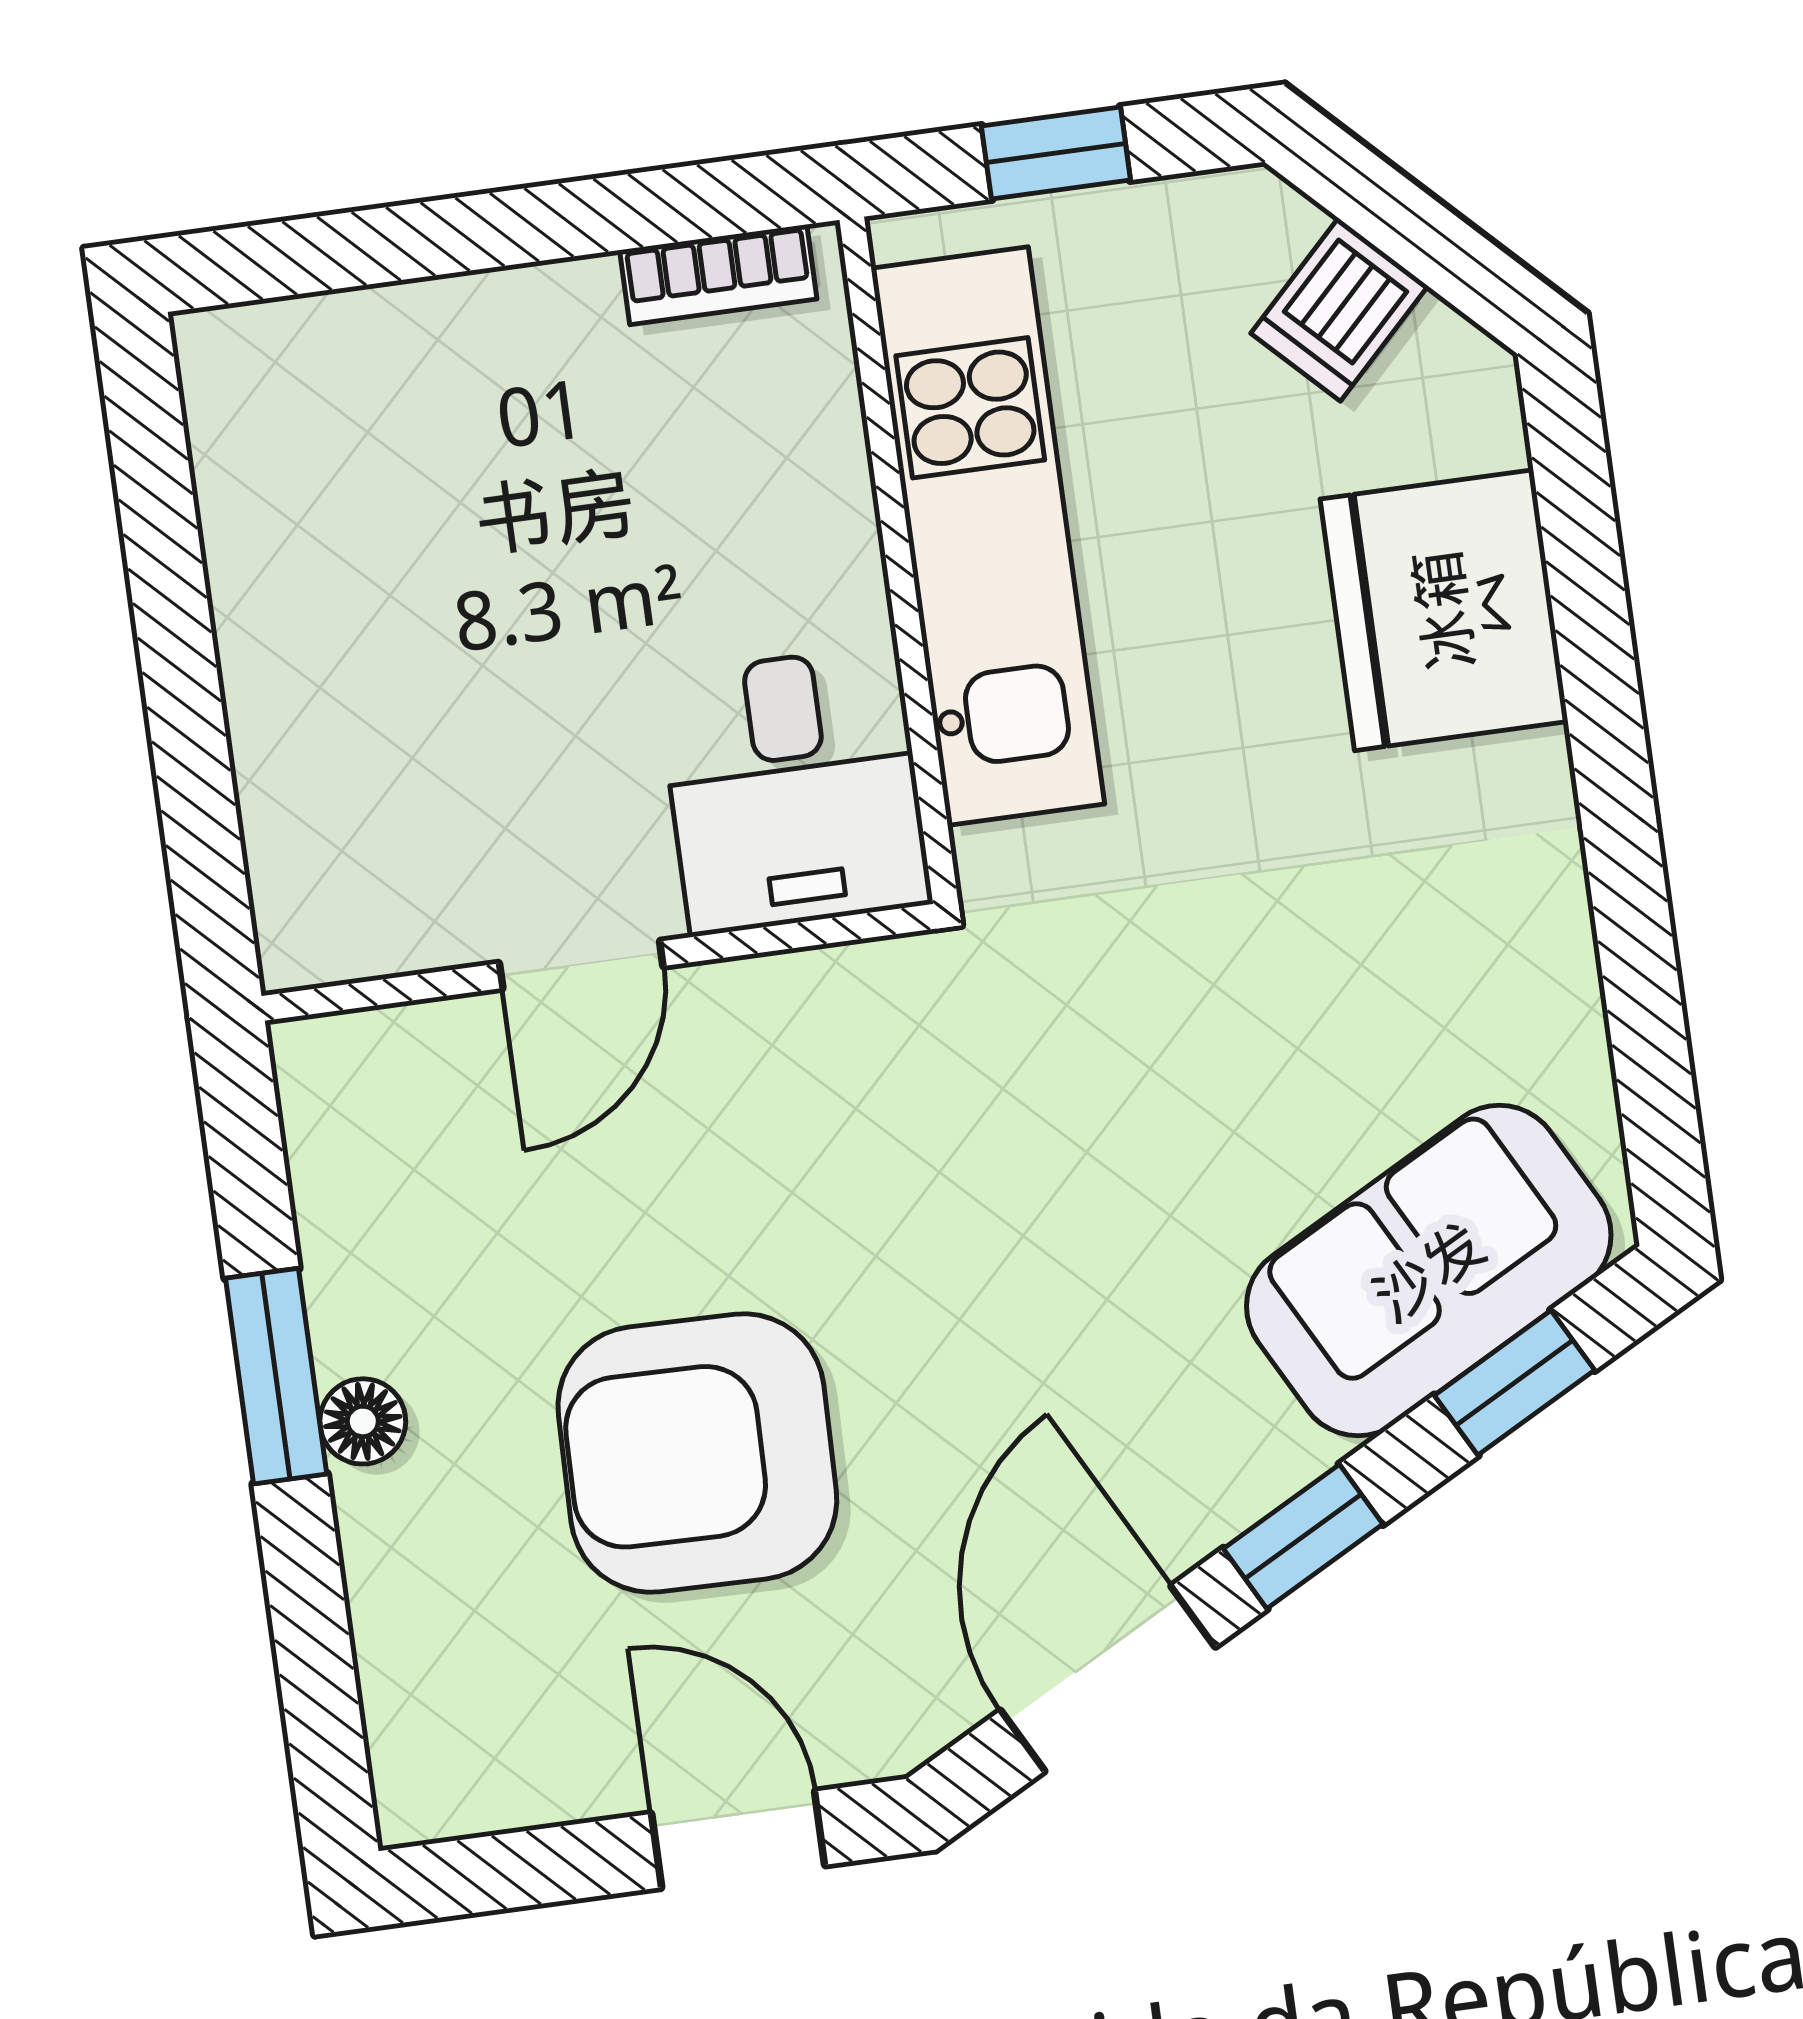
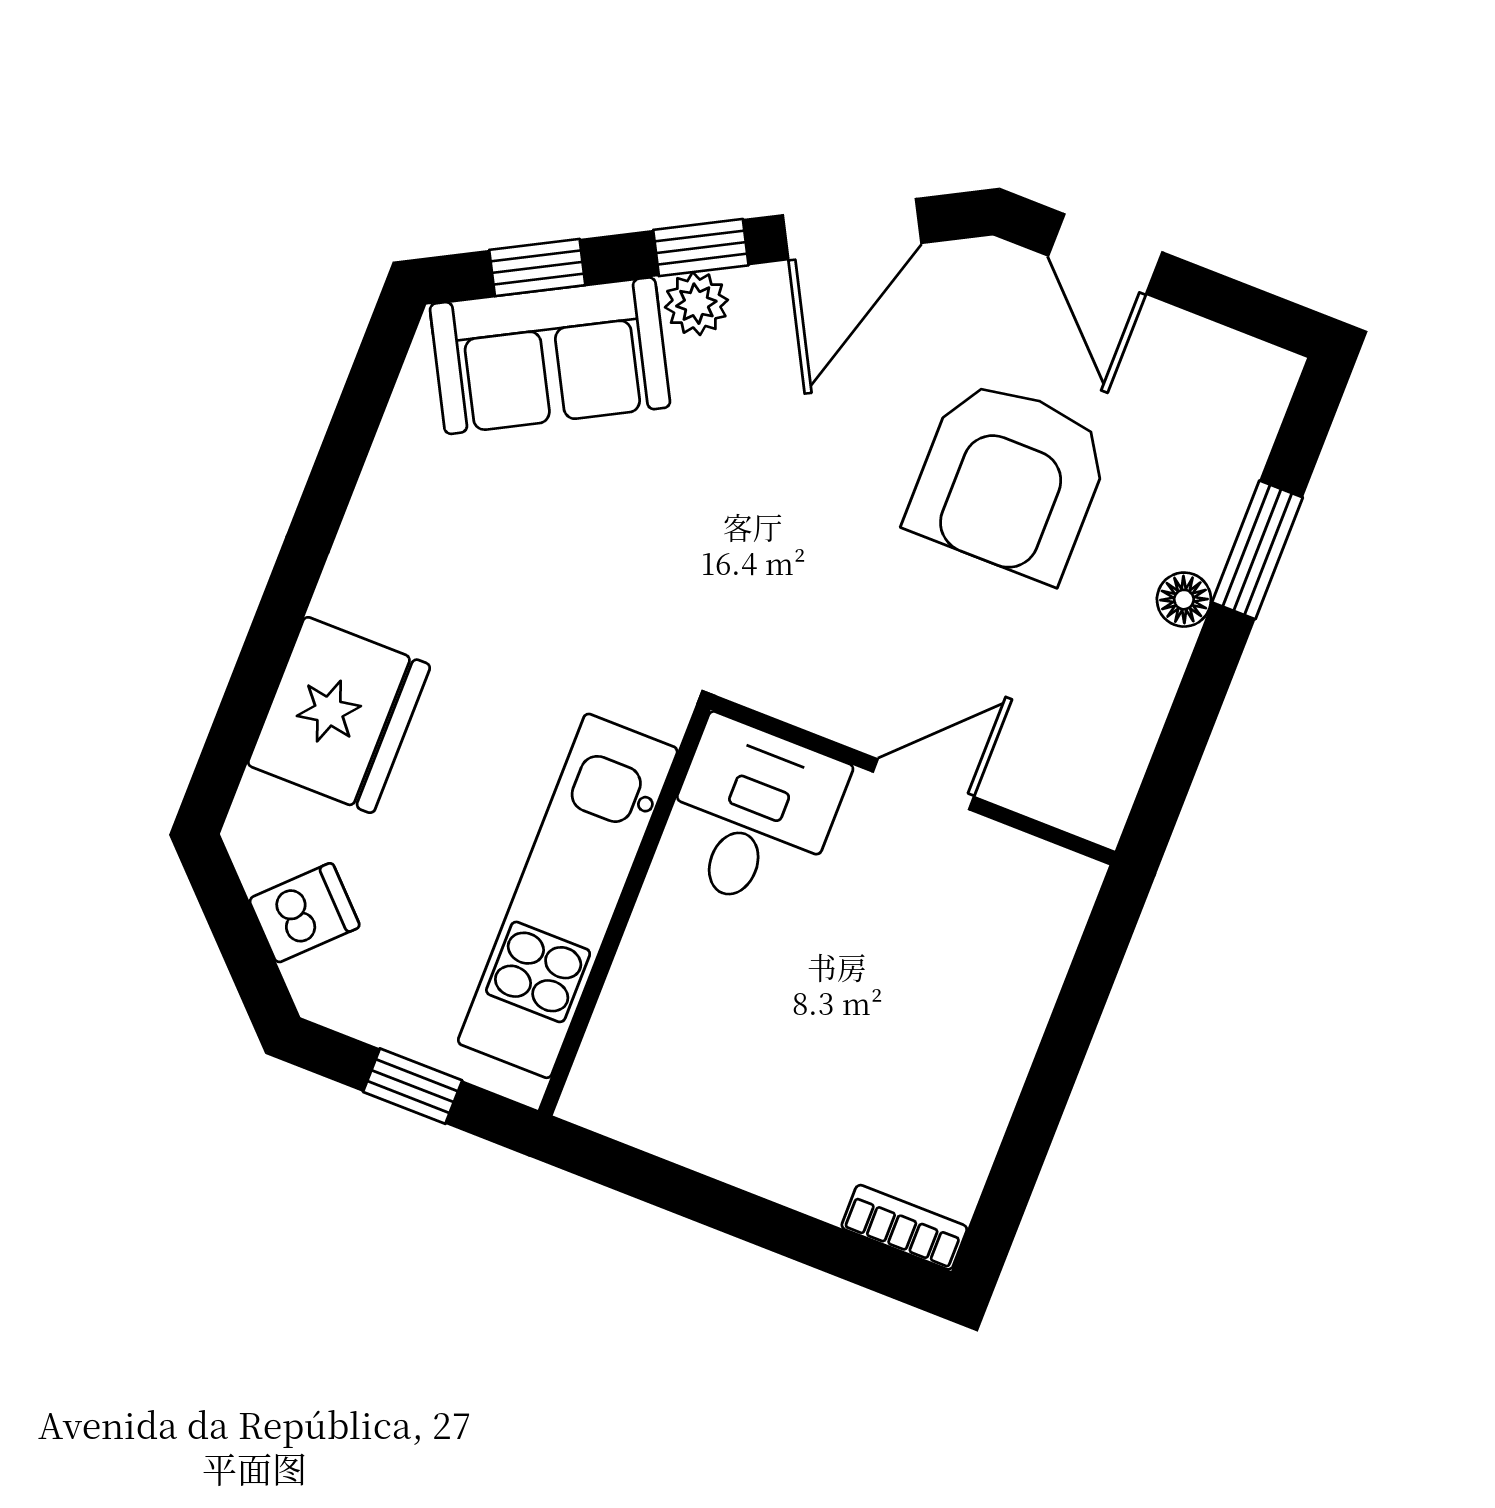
bookcase: (718, 275) -> (904, 1227), moved
window: (276, 1376) -> (1257, 550), moved
armchair: (697, 1453) -> (1009, 479), turned 89
plant: (1266, 1455) -> (696, 304), added

